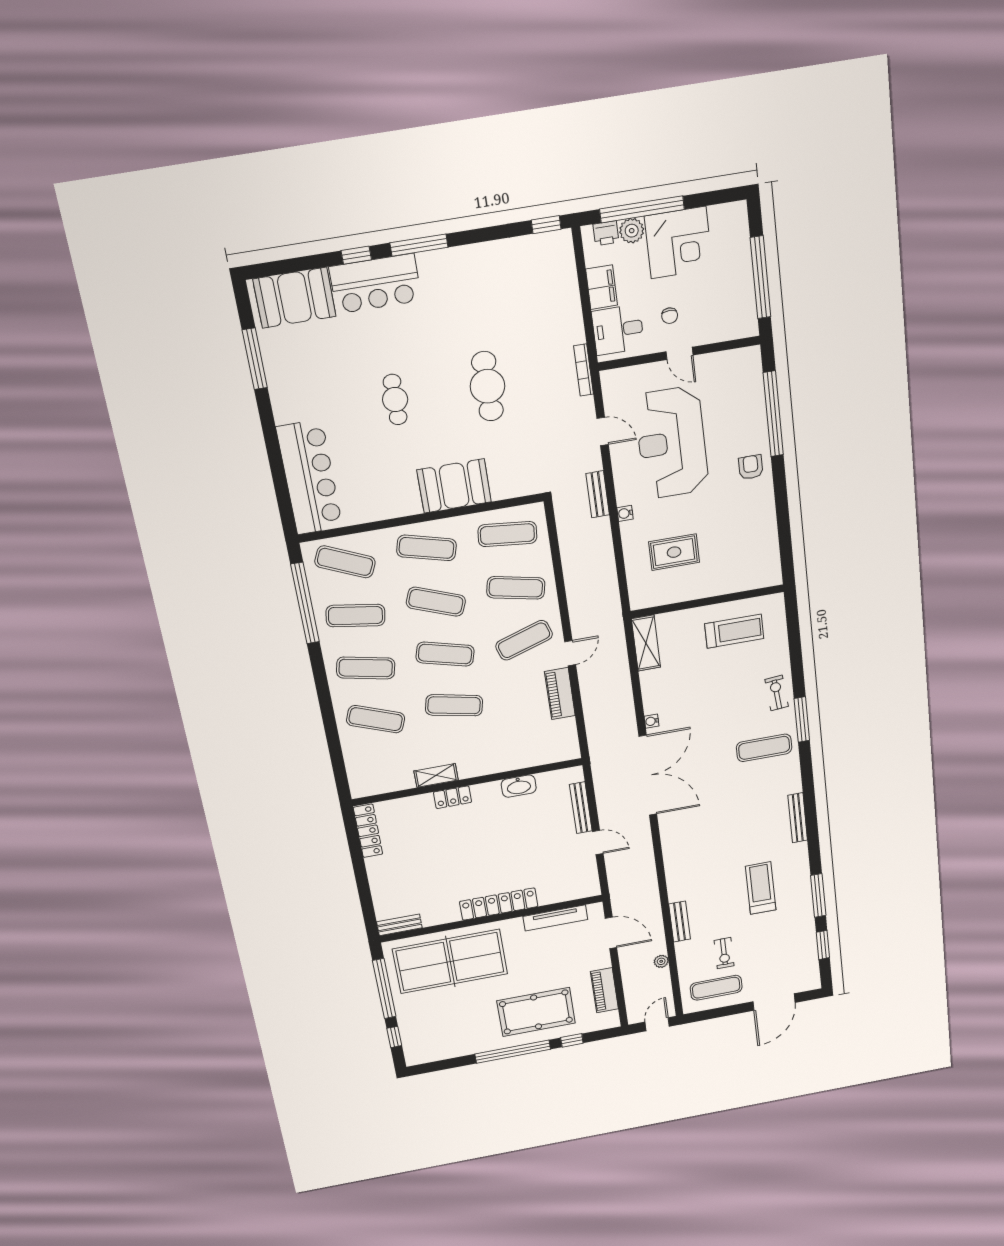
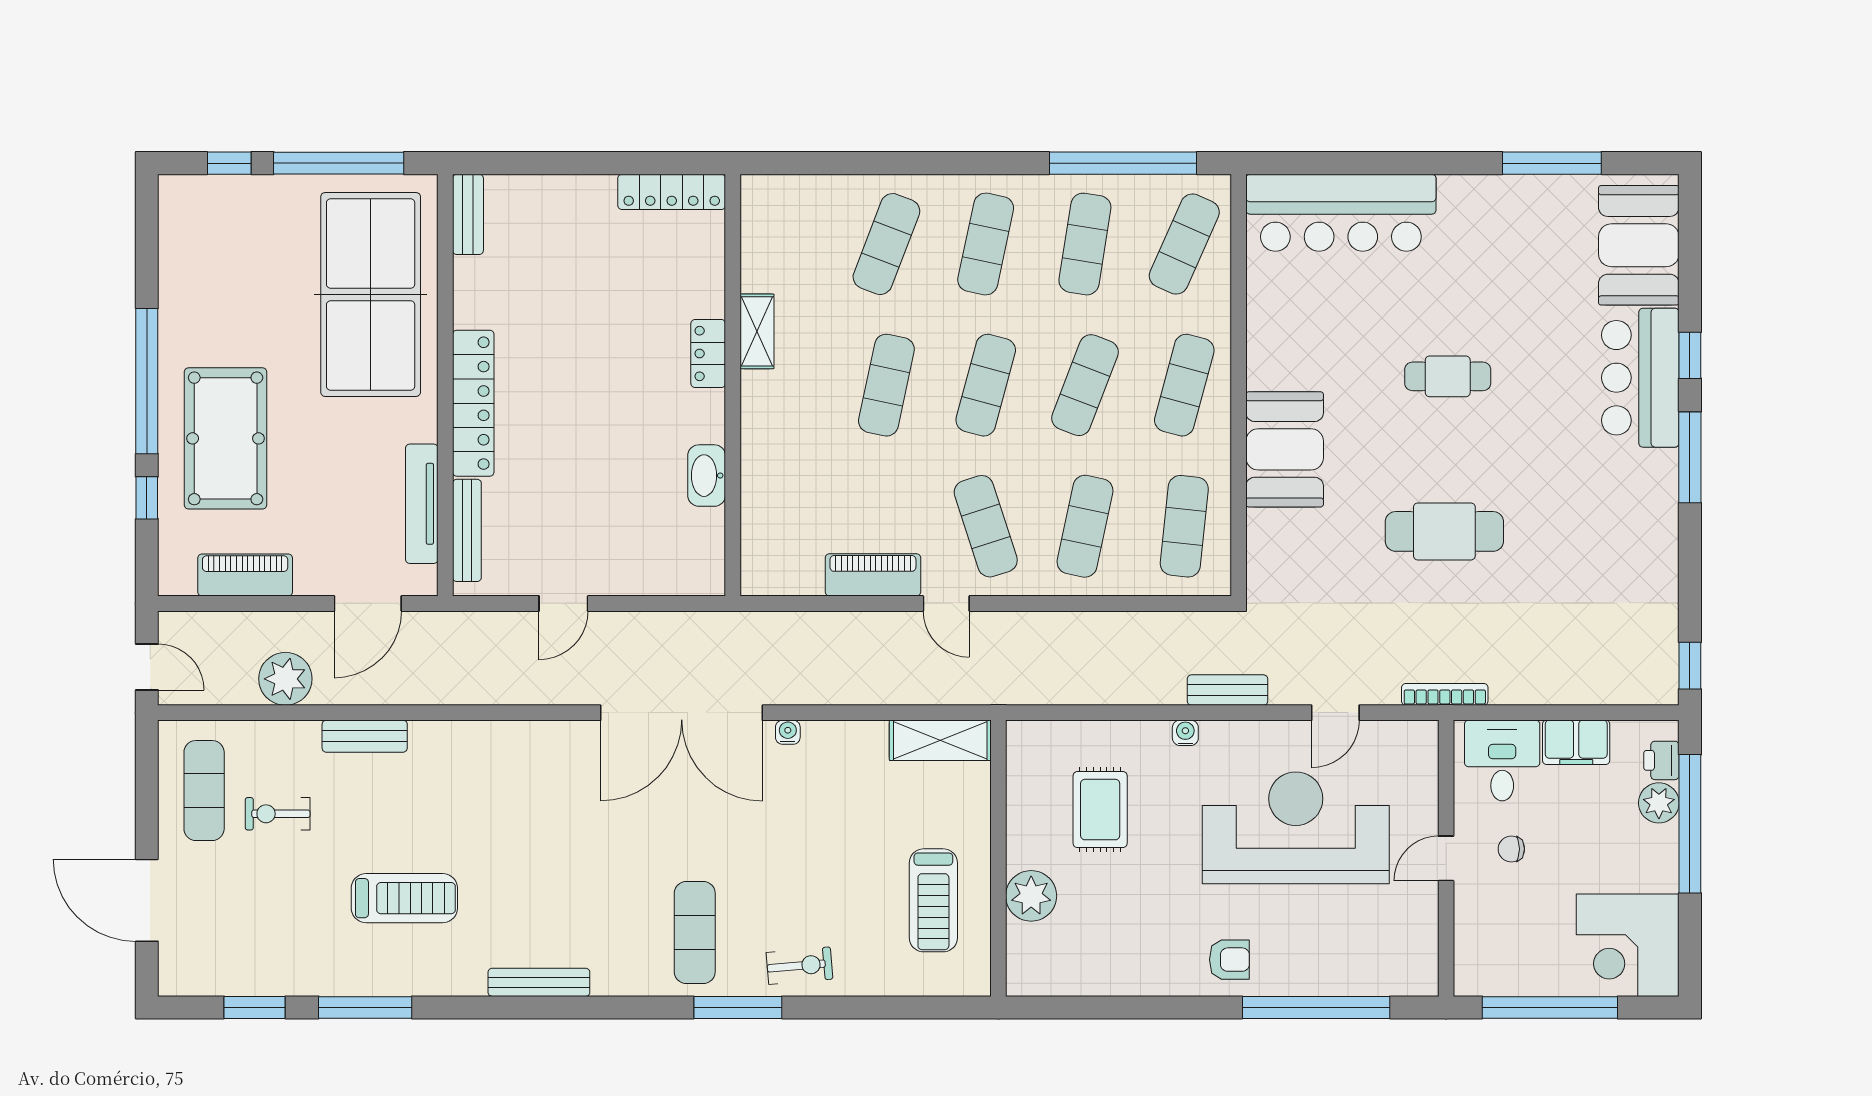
corner desk: (679, 243) -> (1628, 945), moved
plant: (726, 581) -> (1031, 896), added
bench: (581, 808) -> (467, 530), moved, turned 90
plant: (661, 961) -> (285, 679), width x1.87, depth x1.87

